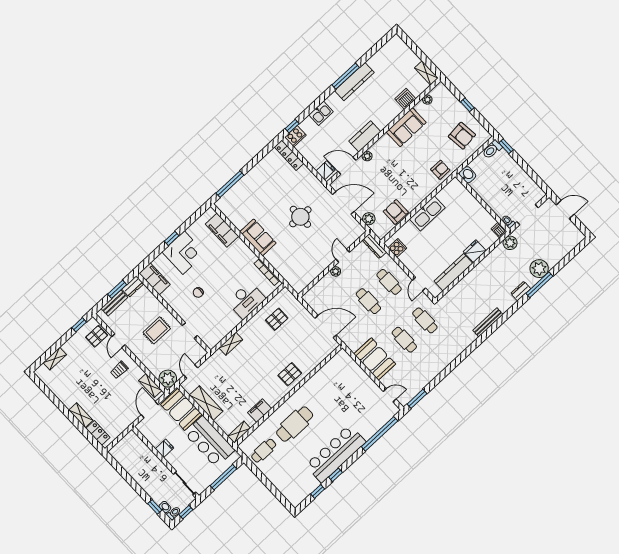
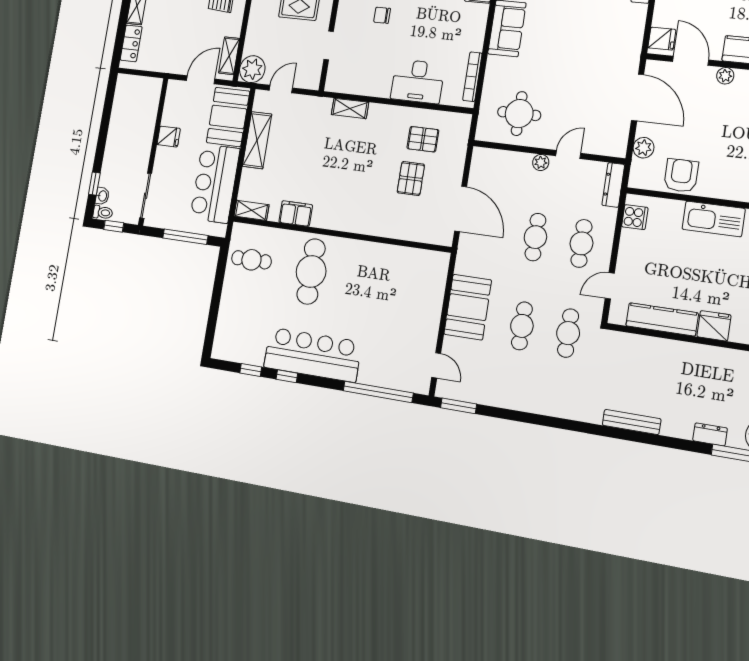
round table: (300, 217) -> (519, 114), moved
pallet: (290, 374) -> (411, 178), moved, turned 90
cafe table: (295, 424) -> (311, 271), turned 90

